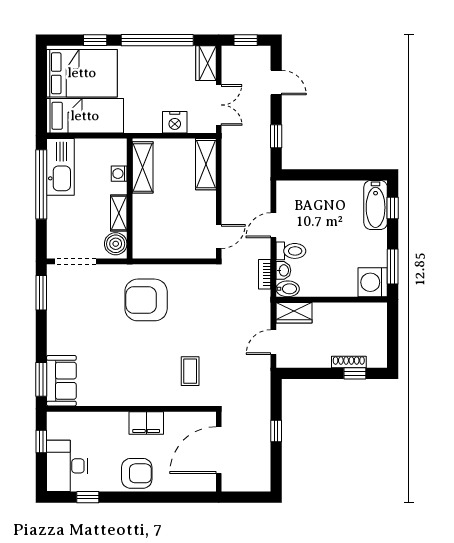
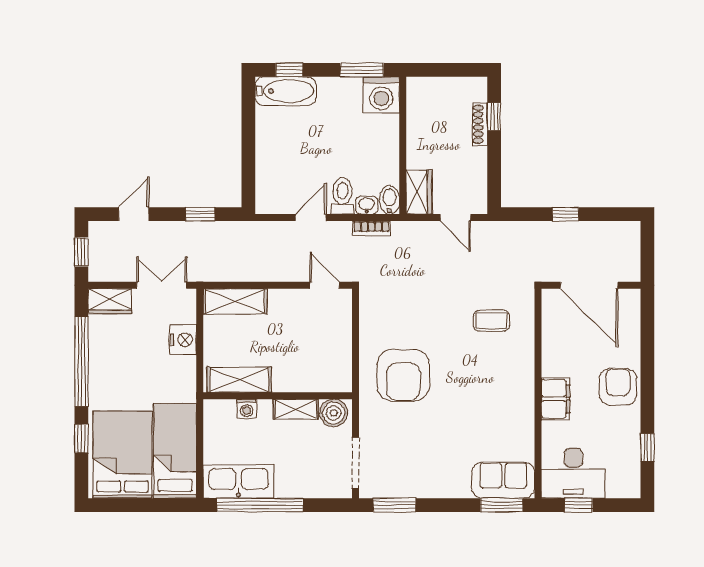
door: (273, 225) -> (311, 218), swing flipped
filing cabinet: (146, 423) -> (556, 399), moved
desk: (67, 466) -> (573, 473), moved

